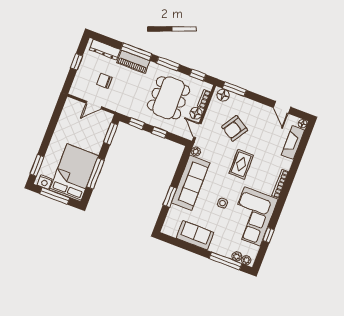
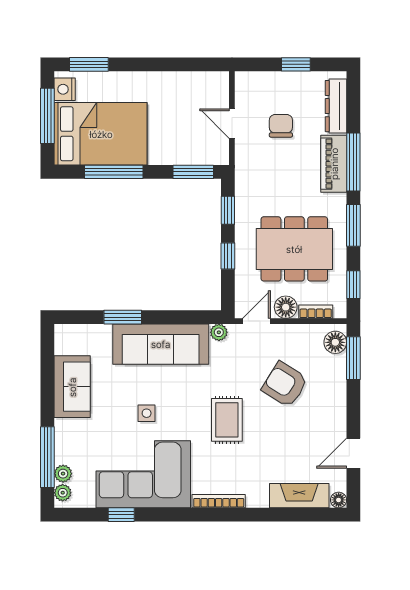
rug: (241, 164) -> (227, 420), turned 90

